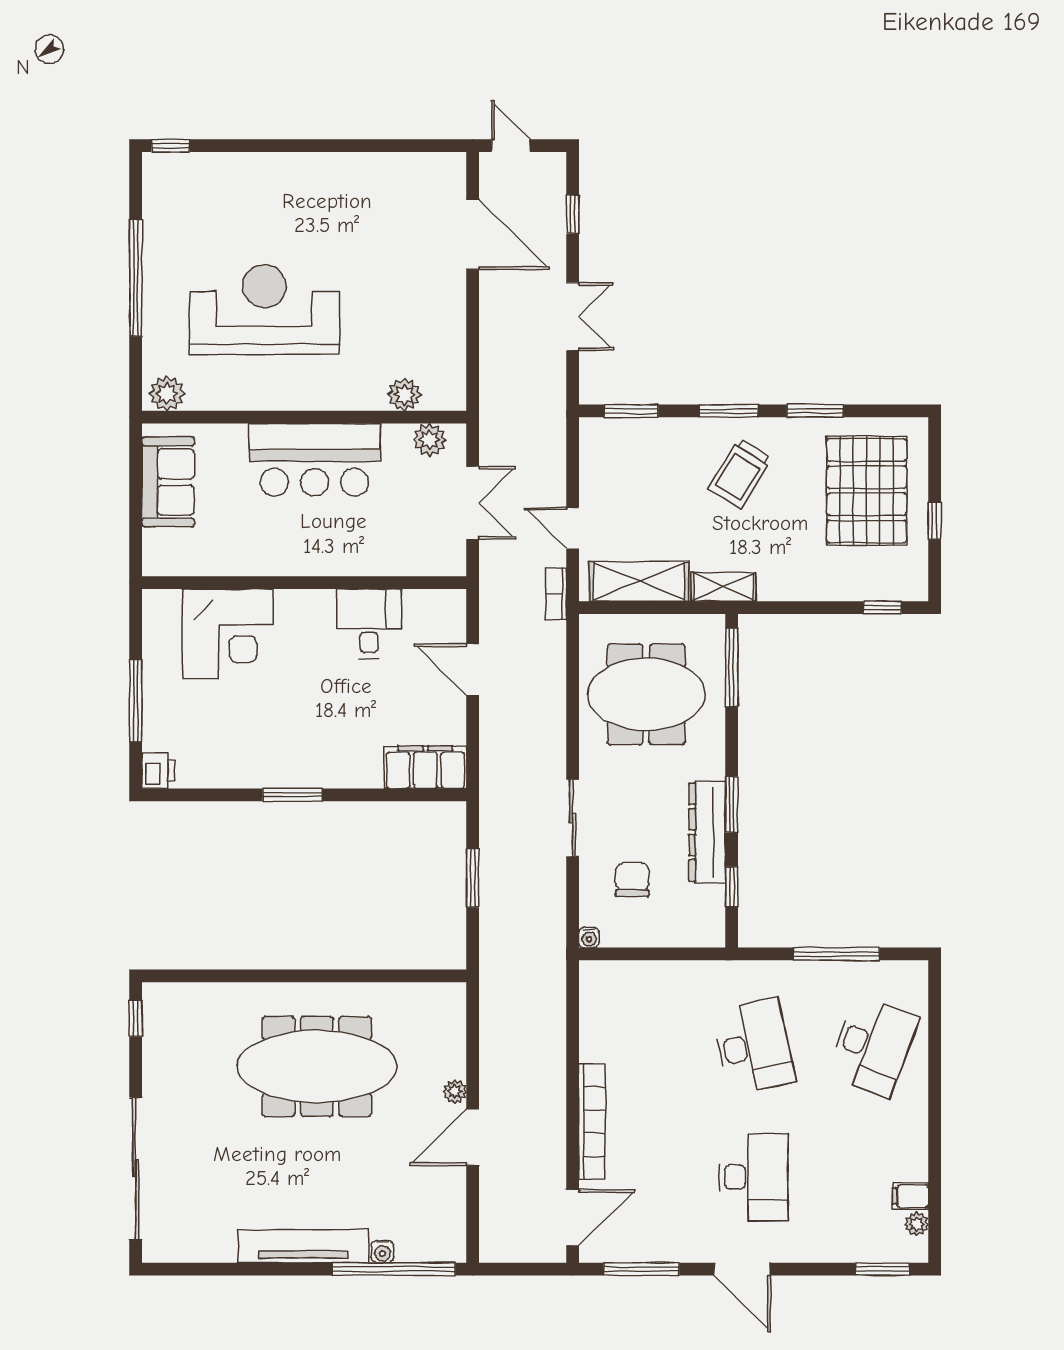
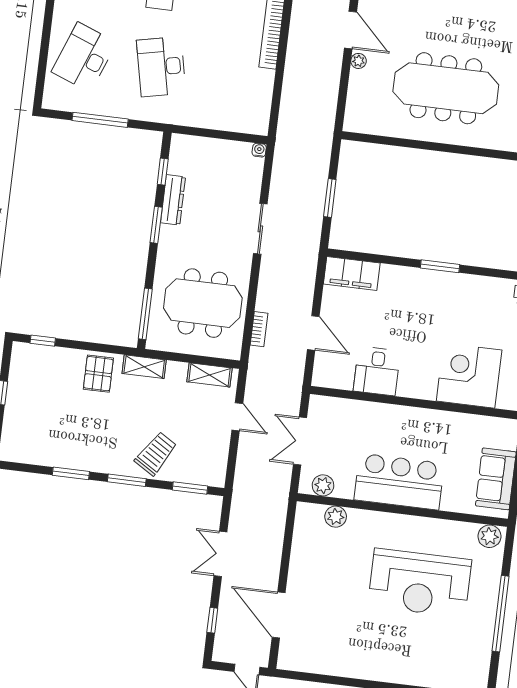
trolley: (740, 473) -> (156, 454), moved
pallet: (867, 491) -> (98, 374), moved, width x0.49, depth x0.50
shelving: (639, 581) -> (210, 375), width x0.67, depth x0.75
bookcase: (556, 594) -> (259, 329), moved
dresser: (707, 832) -> (173, 200), width x0.73, depth x0.80
chair: (632, 880) -> (227, 184), removed
door: (473, 1137) -> (350, 30), hinge flipped

